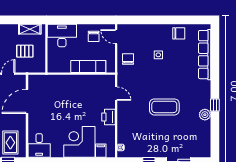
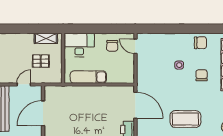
chair: (128, 59) -> (202, 75), moved
exam couch: (88, 66) -> (88, 77), moved
door: (116, 94) -> (135, 105), width x1.87

